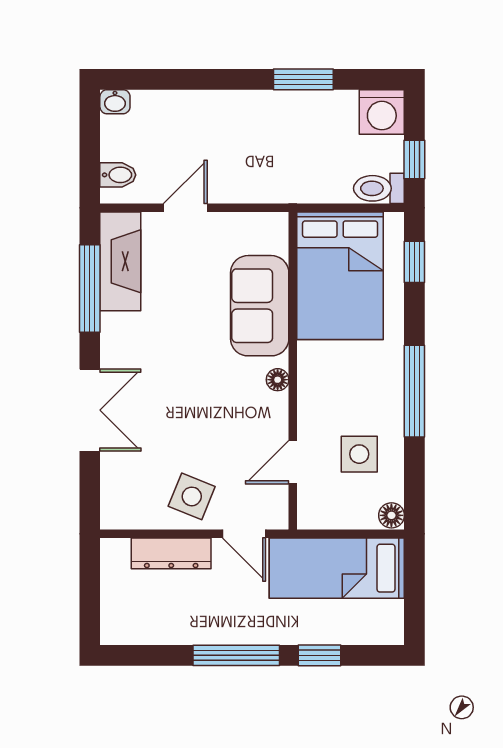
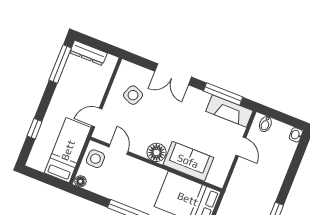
floor lamp: (278, 380) -> (157, 152), width x1.89, depth x1.89
side table: (359, 454) -> (95, 159), moved
side table: (192, 496) -> (133, 95), moved
dresser: (171, 553) -> (88, 53), moved, turned -90
window: (236, 655) -> (60, 64), moved

